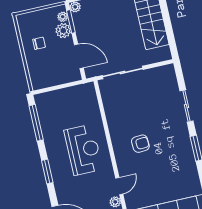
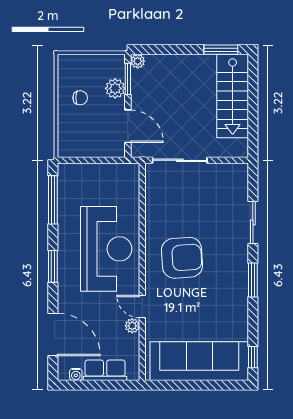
plant: (63, 17) -> (119, 70), removed
armchair: (140, 144) -> (182, 258), width x1.88, depth x1.88
reception desk: (83, 150) -> (106, 249), width x1.36, depth x1.30
door: (119, 186) -> (142, 307), swing flipped

